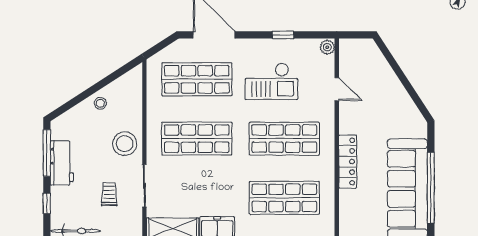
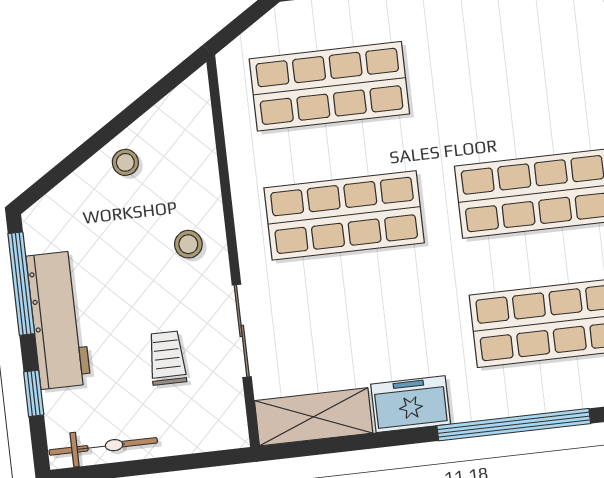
checkout: (271, 81) -> (492, 72), removed
stool: (125, 144) -> (188, 244), width x0.53, depth x0.53
workbench: (62, 163) -> (58, 320), width x1.38

